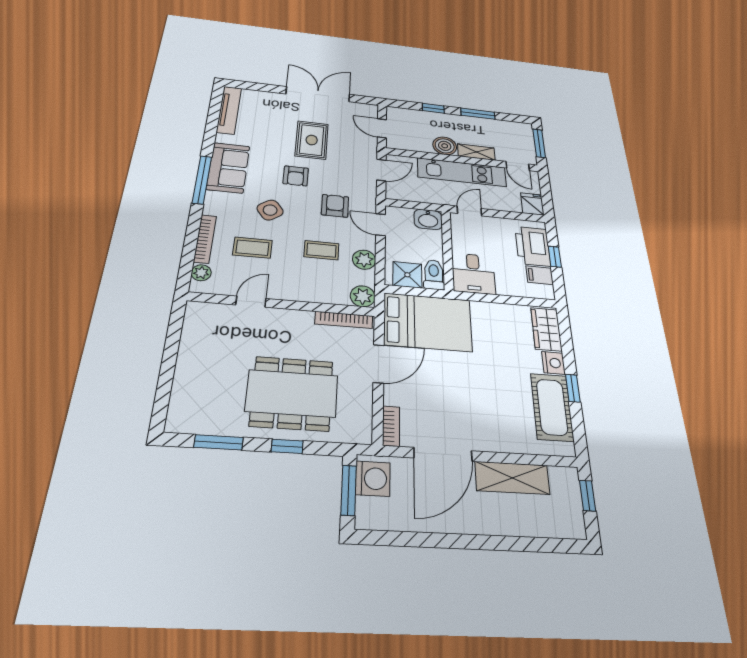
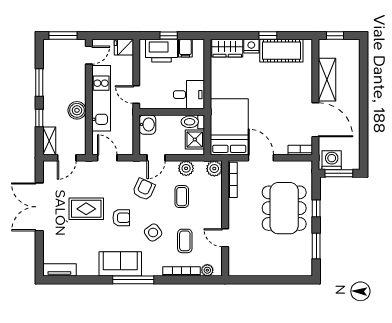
tv unit: (229, 110) -> (59, 270), width x0.71
shelving: (476, 152) -> (49, 141), moved
armchair: (335, 206) -> (144, 189), turned 114

